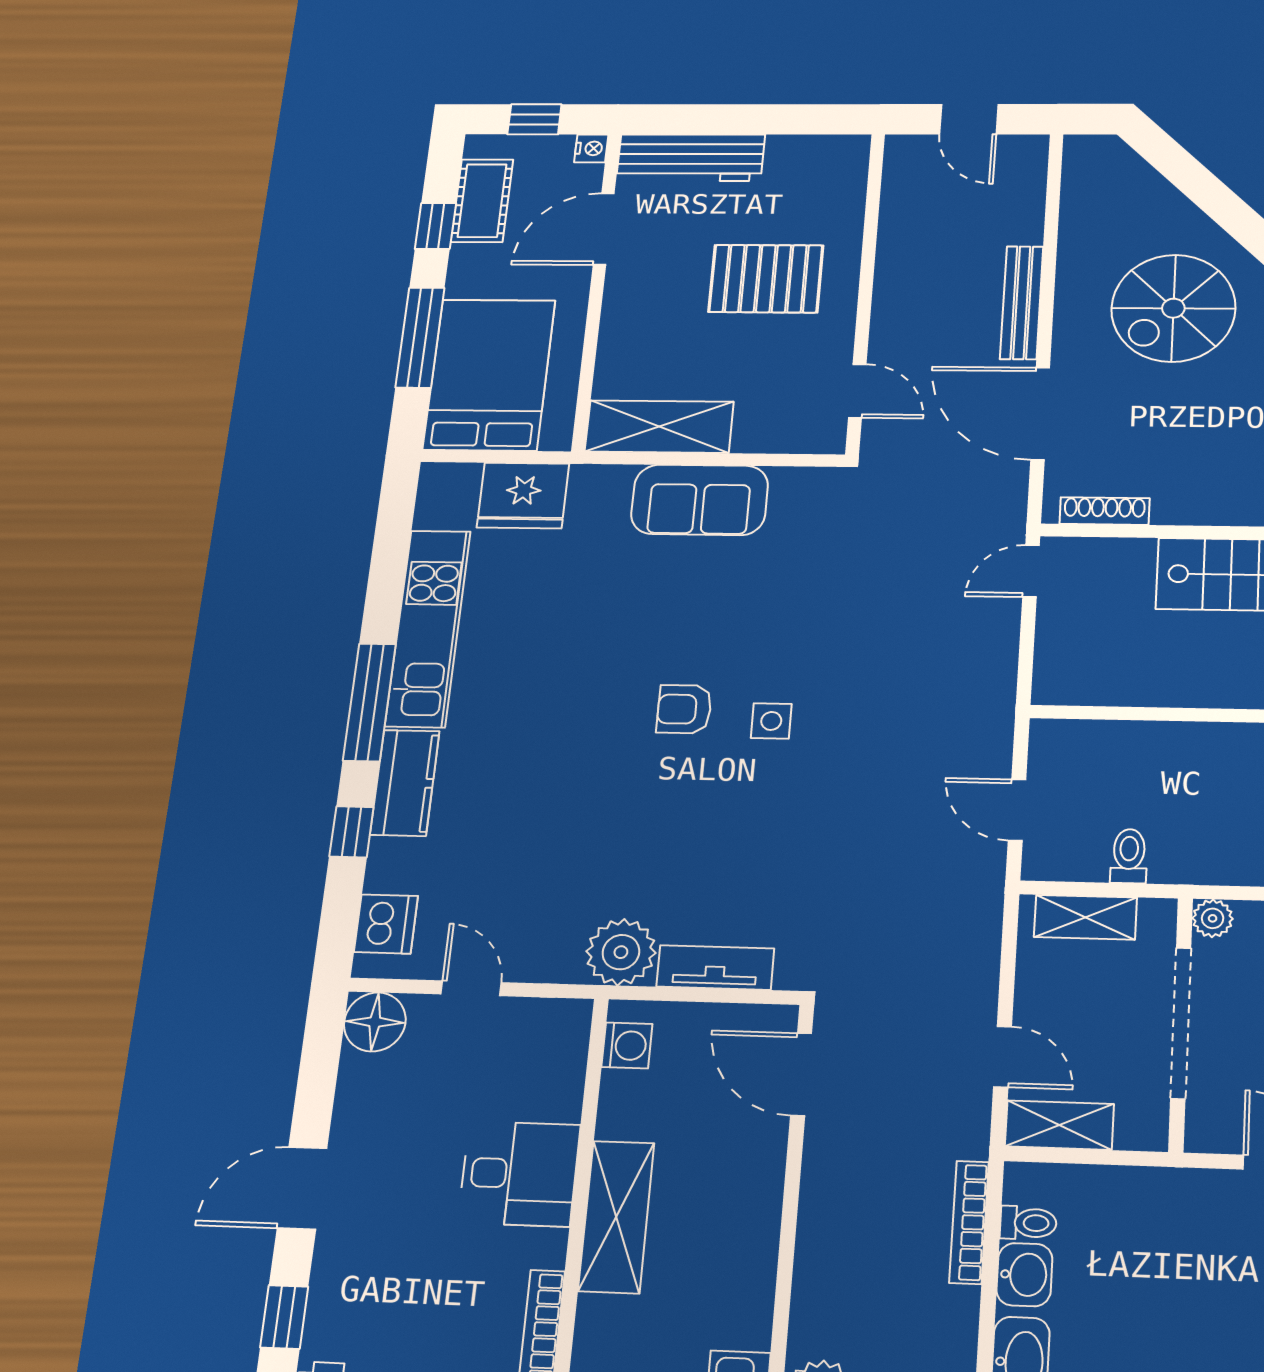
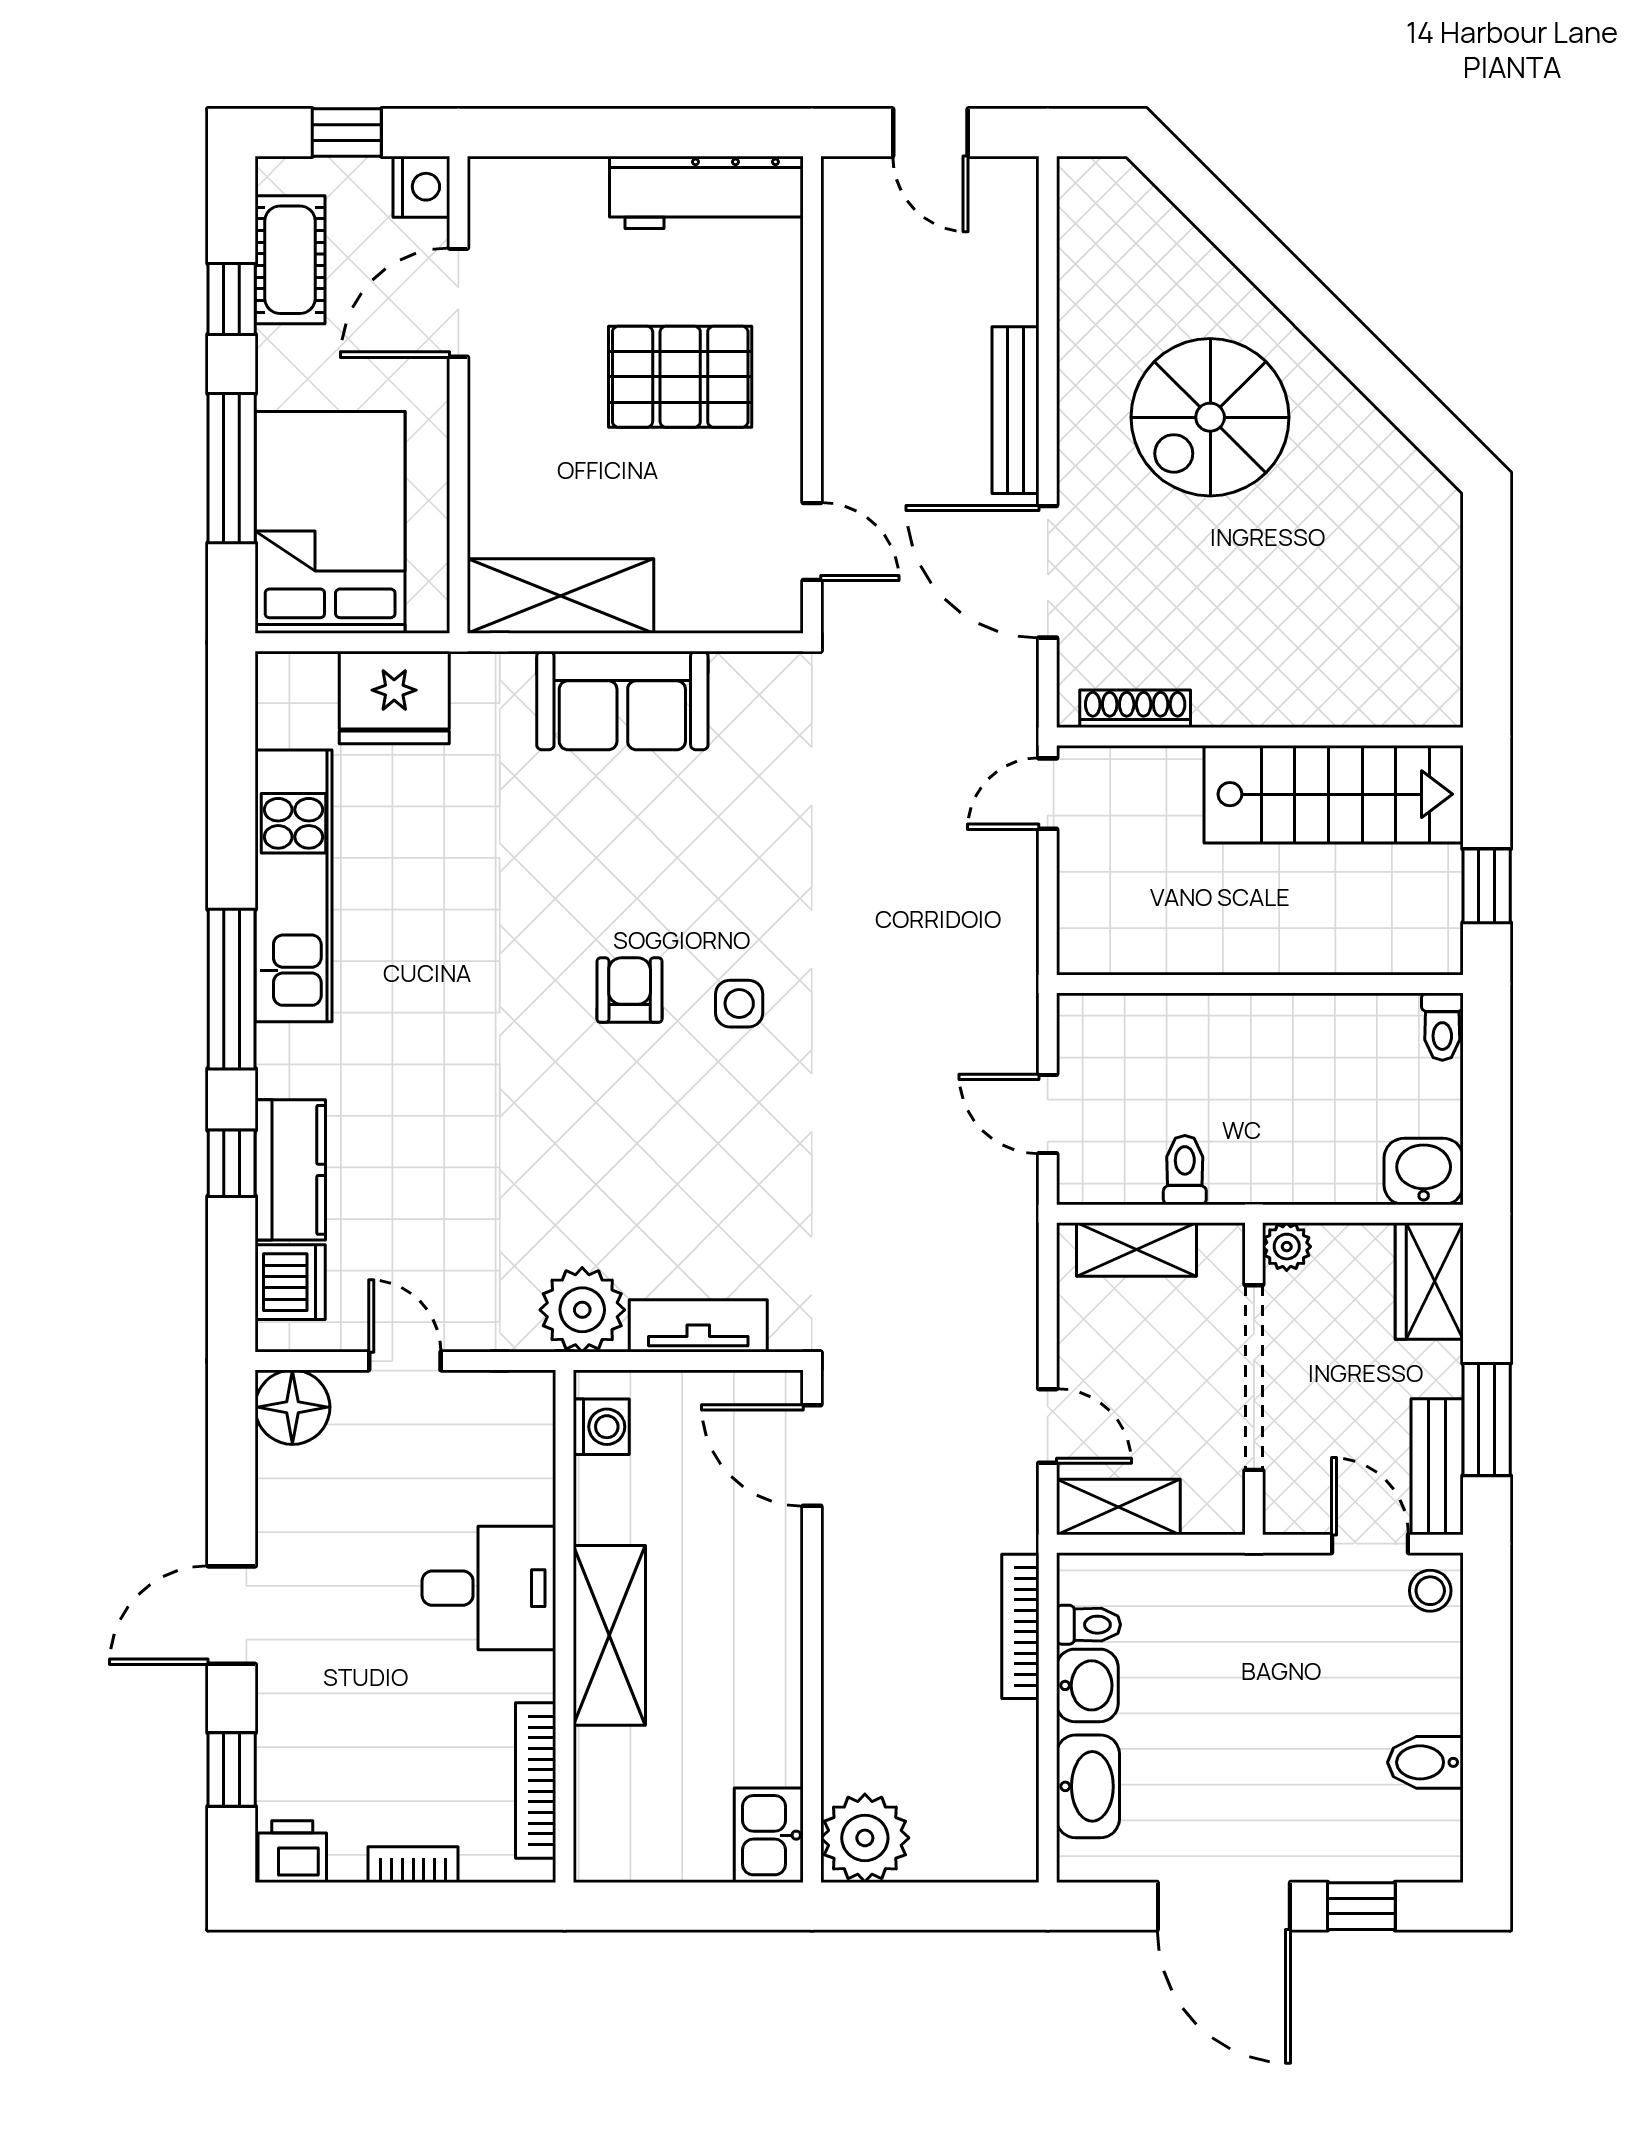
nightstand: (591, 148) -> (421, 187), width x1.39, depth x1.35
workbench: (691, 158) -> (706, 192), moved
armchair: (684, 709) -> (630, 990), turned 90
kitchen counter: (405, 783) -> (290, 1170), moved

